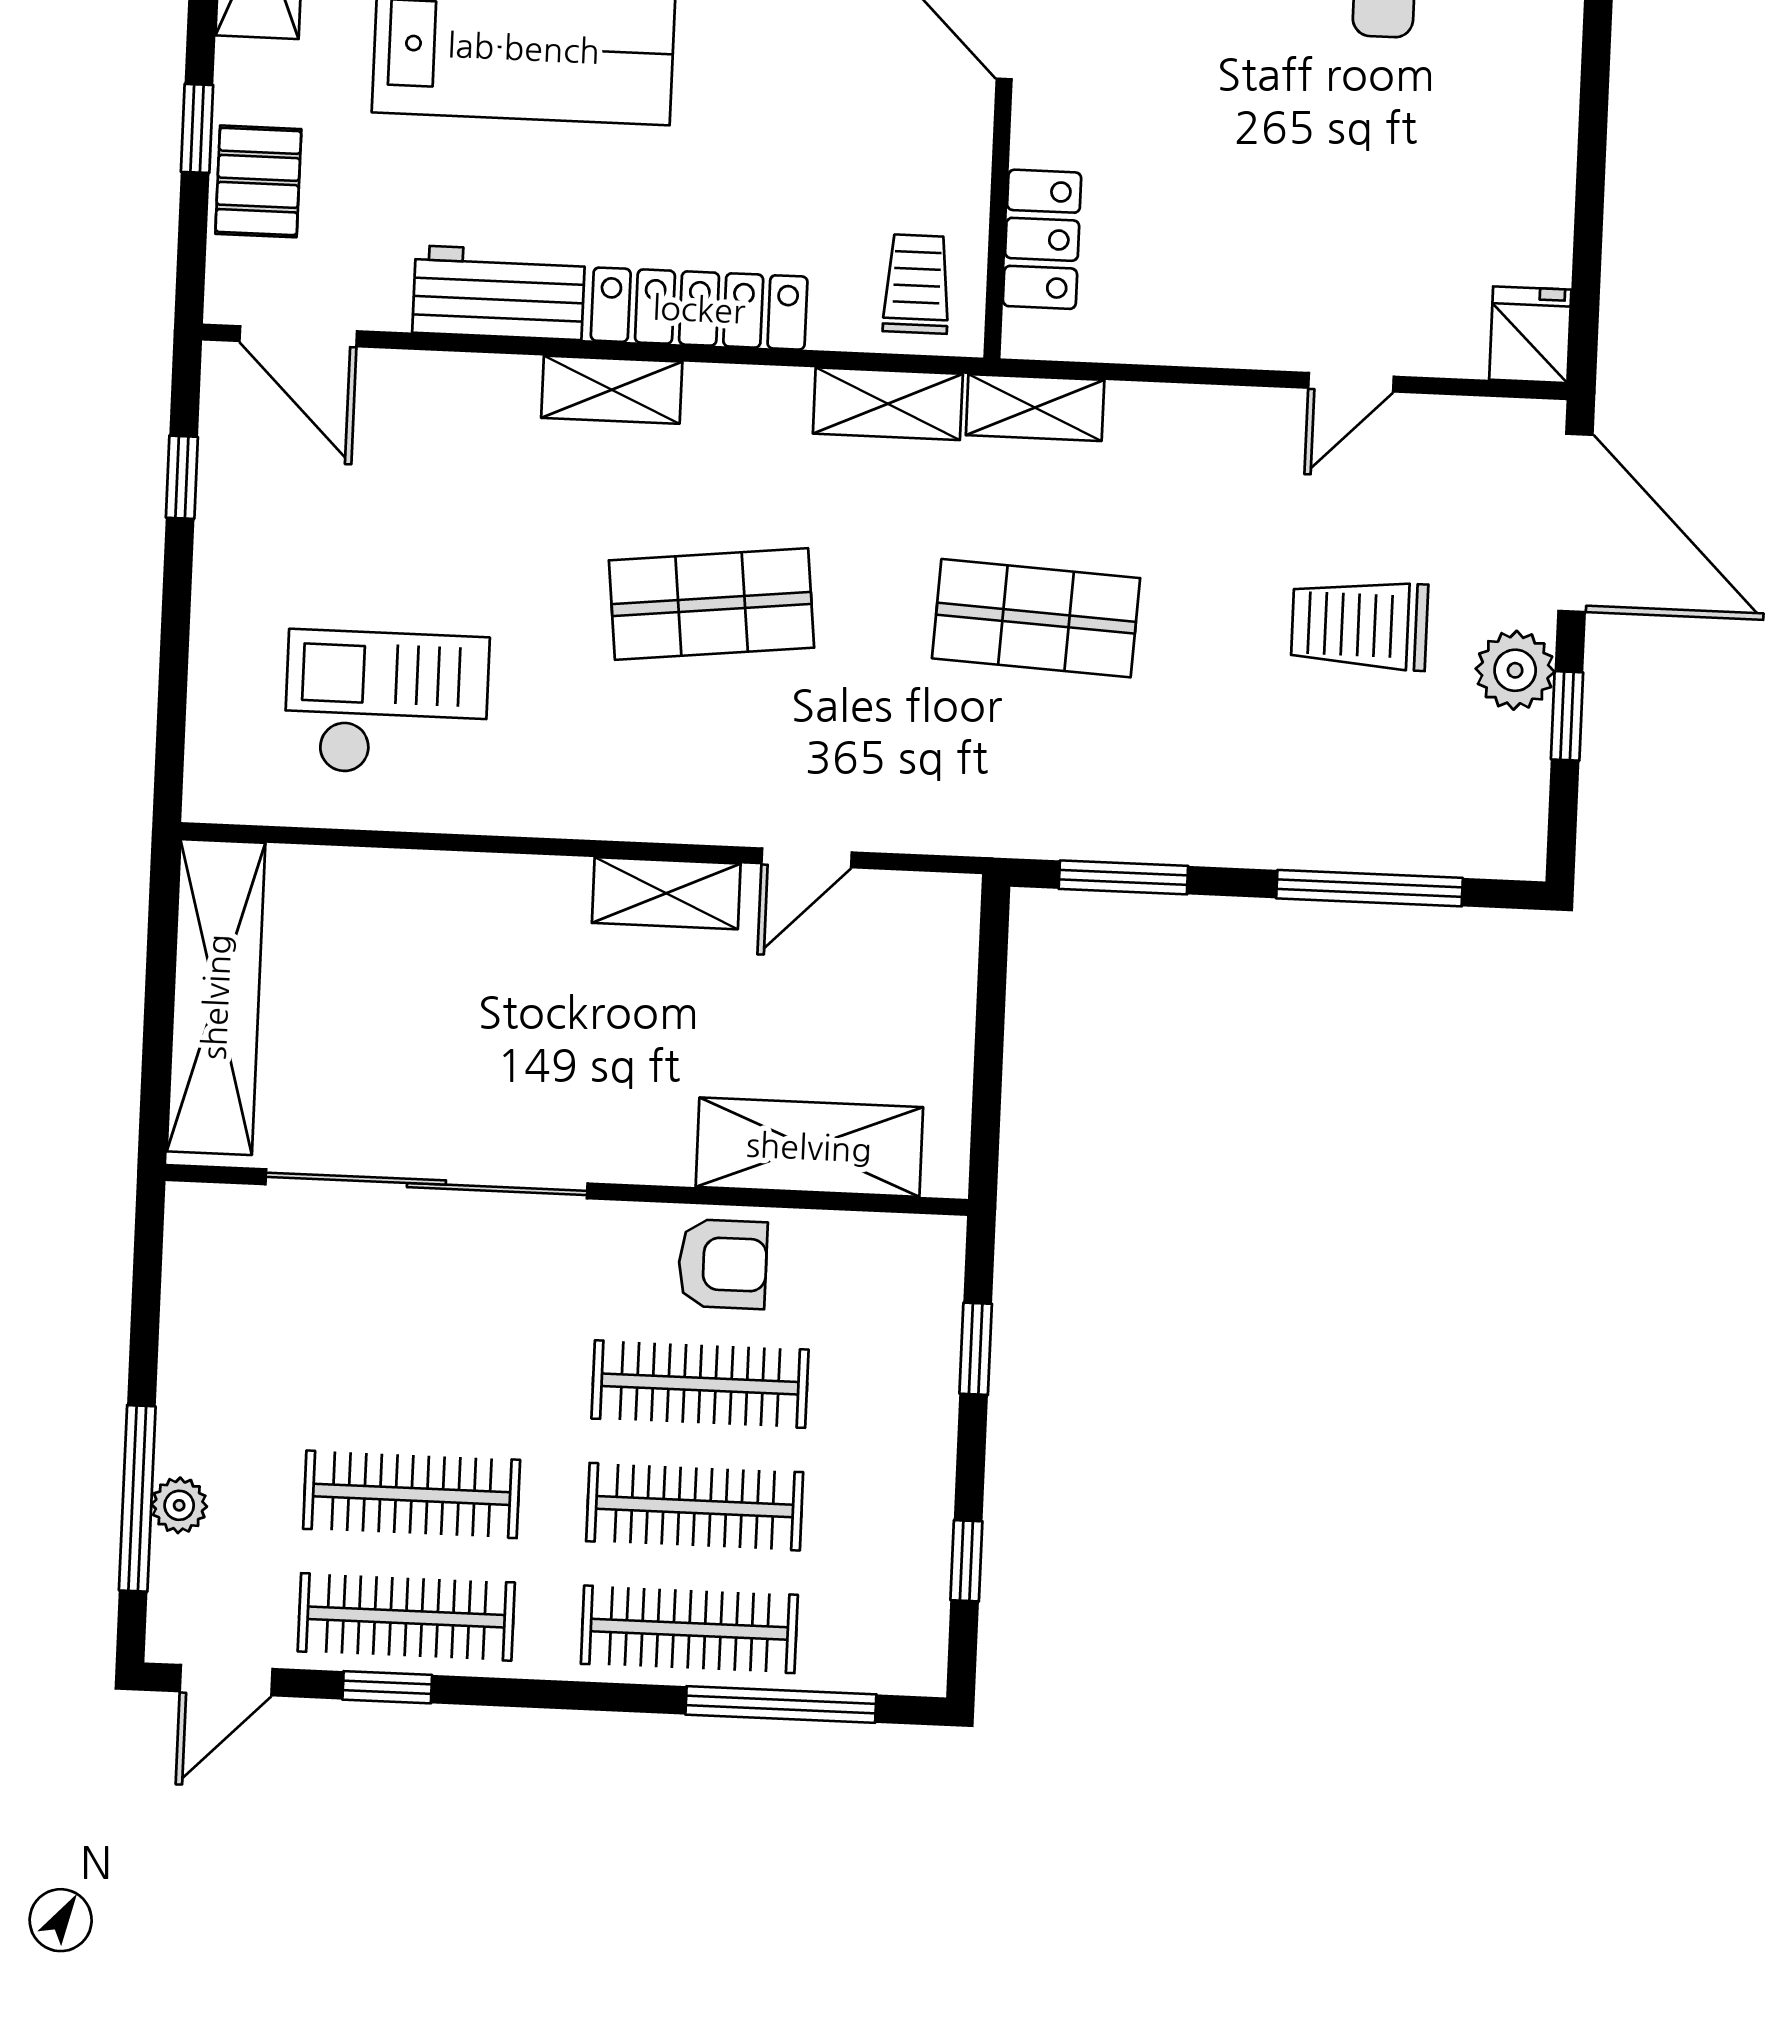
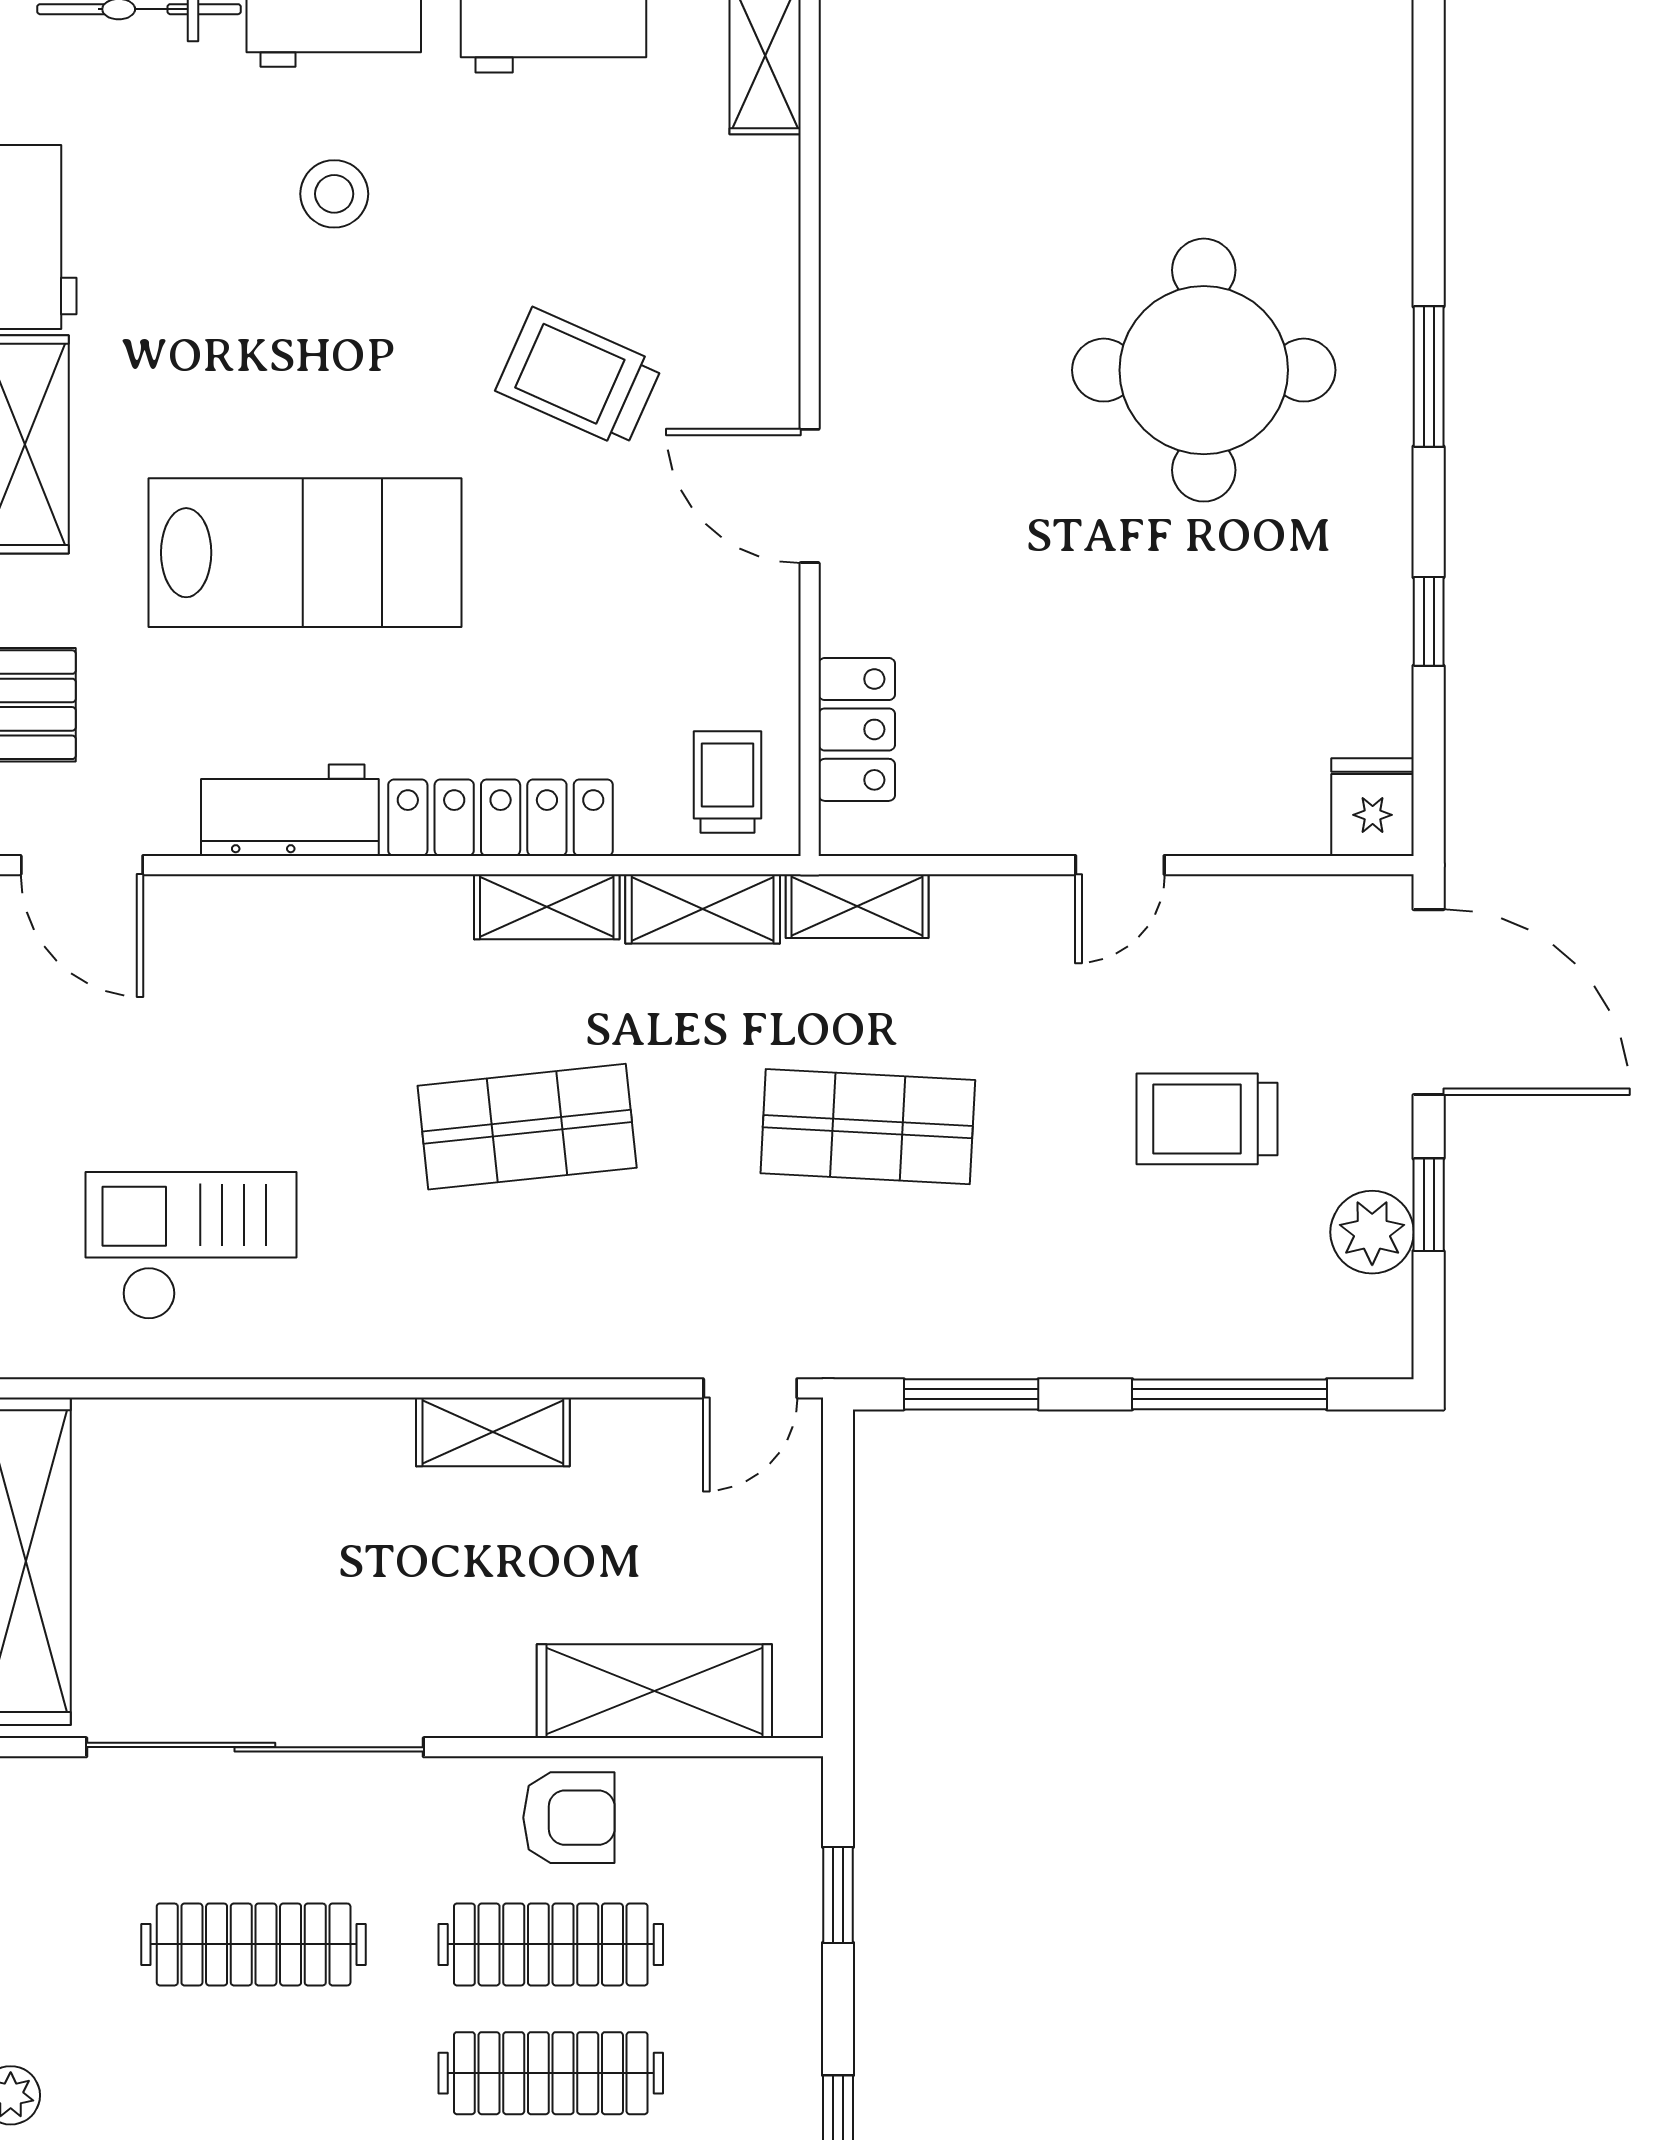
window: (1591, 160) -> (1429, 621), added
door: (1351, 382) -> (1120, 865), moved
shelving: (612, 390) -> (547, 907), moved
plant: (1515, 670) -> (1372, 1232), moved
door: (807, 858) -> (750, 1388), moved
clothes rail: (412, 1494) -> (254, 1944), moved

